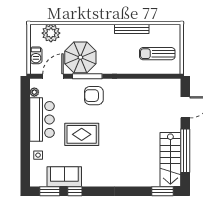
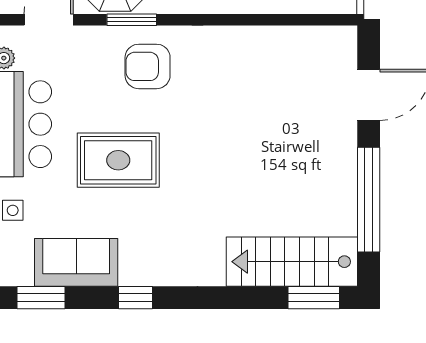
window: (87, 76) -> (132, 20), width x0.69
stairs: (170, 159) -> (292, 262), moved, turned 90
window: (75, 191) -> (135, 298), moved

